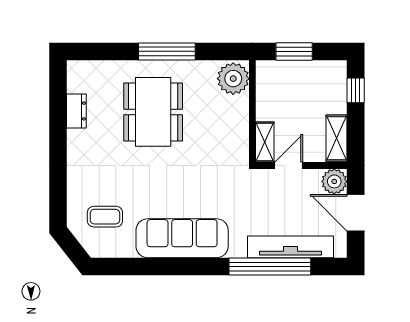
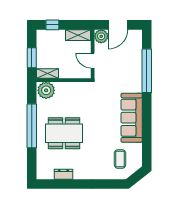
window: (167, 51) -> (32, 126), width x1.46
shelving: (265, 142) -> (48, 73), moved
tv unit: (290, 247) -> (136, 60), removed

